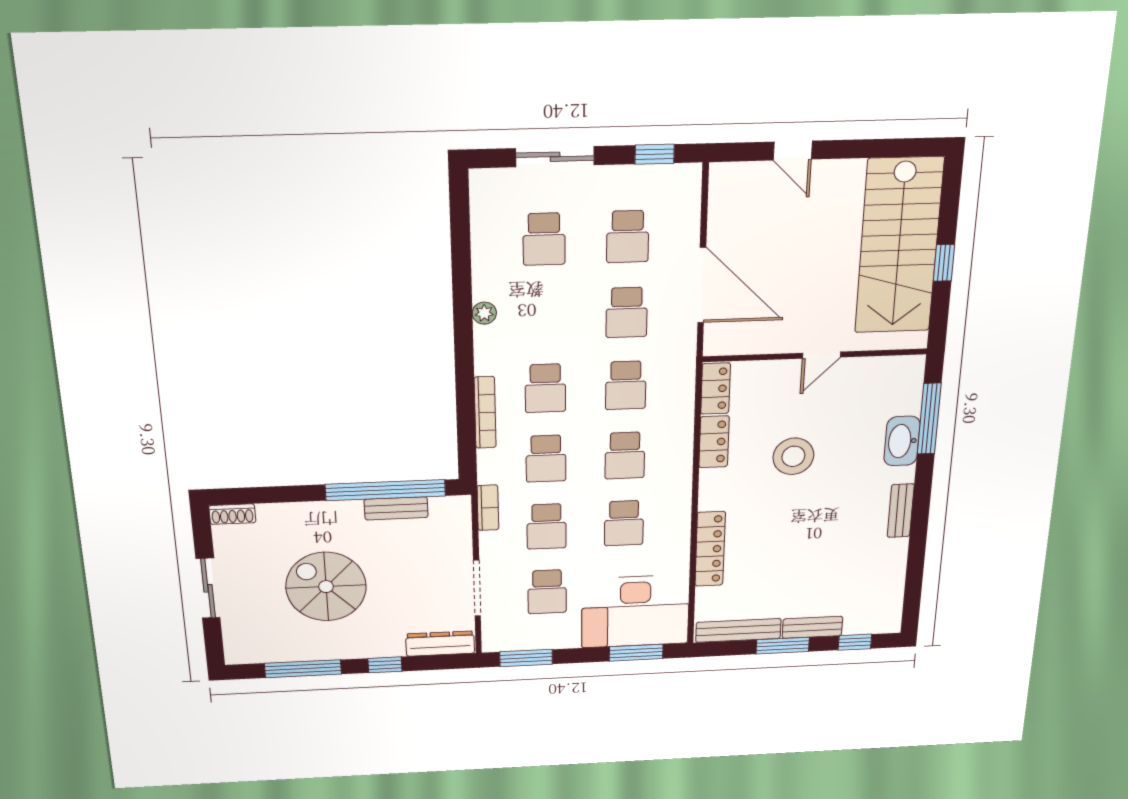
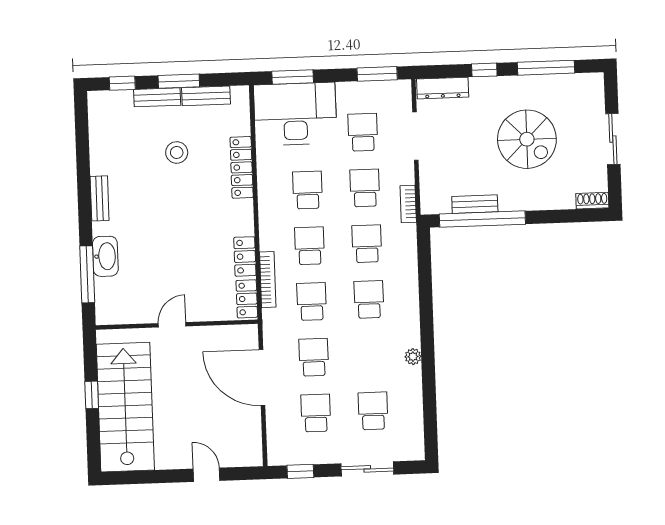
bookcase: (485, 412) -> (268, 280), moved, turned 180
stool: (793, 456) -> (177, 152), moved, width x0.73, depth x0.73
bench: (738, 630) -> (206, 96), width x0.73

